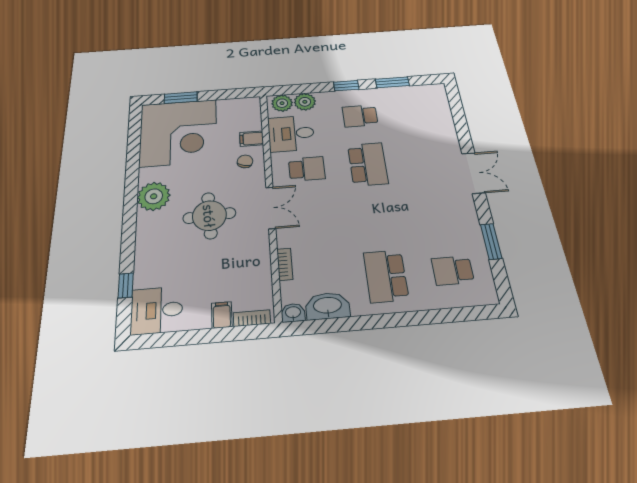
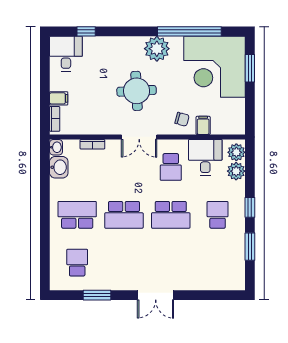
window: (133, 162) -> (189, 31), added
school desk: (376, 217) -> (124, 215), added
washbasin: (328, 306) -> (59, 167), width x0.72

